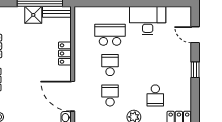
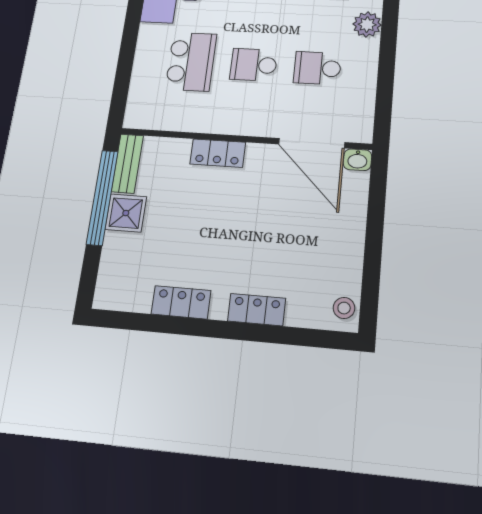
school desk: (110, 35) -> (191, 62), turned 180
door: (73, 96) -> (312, 143), hinge flipped

